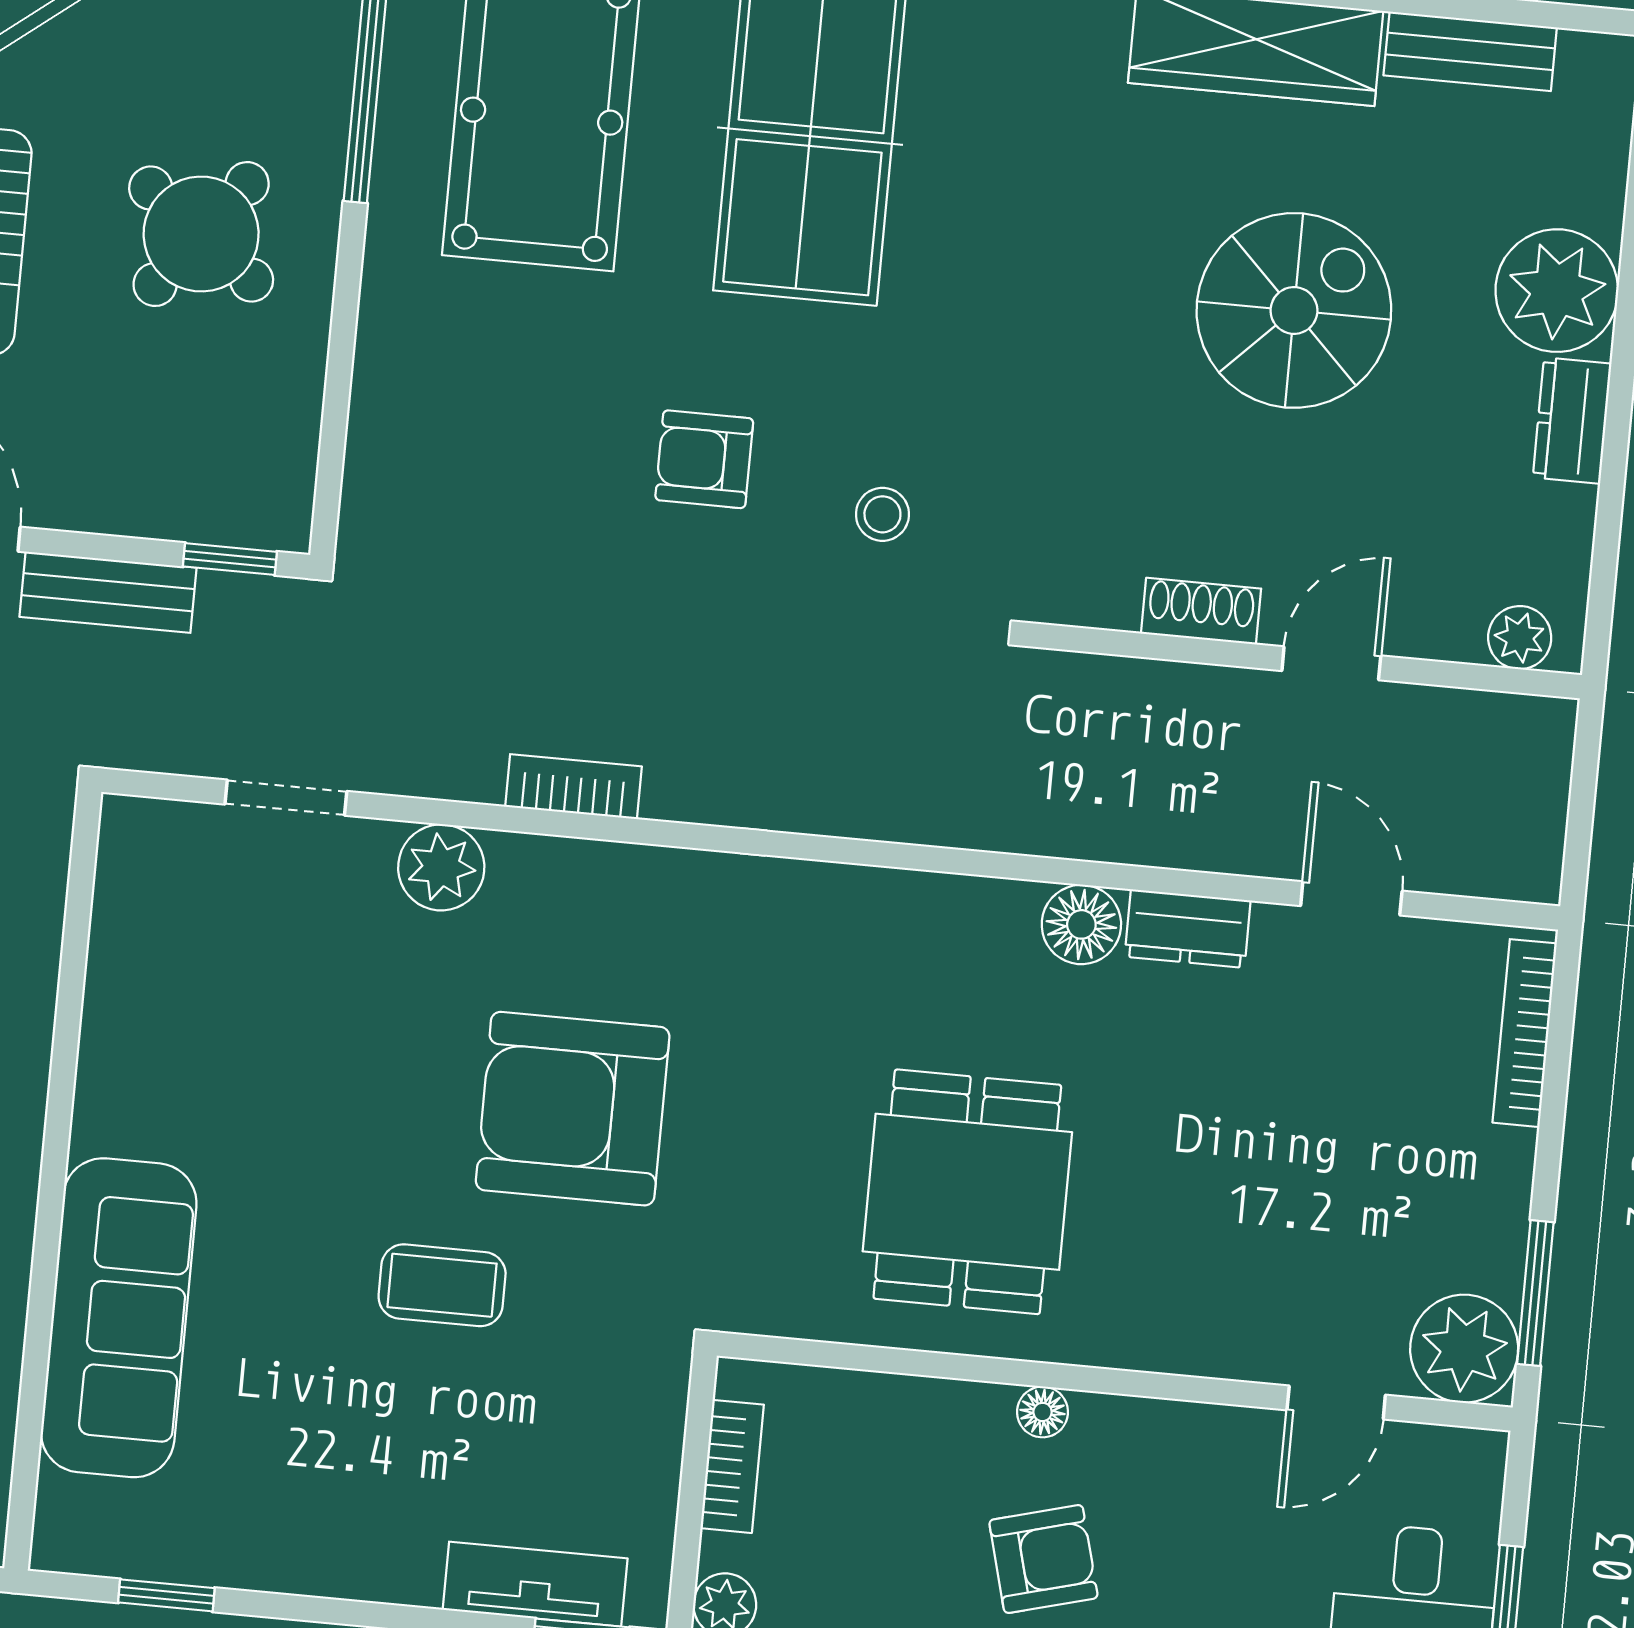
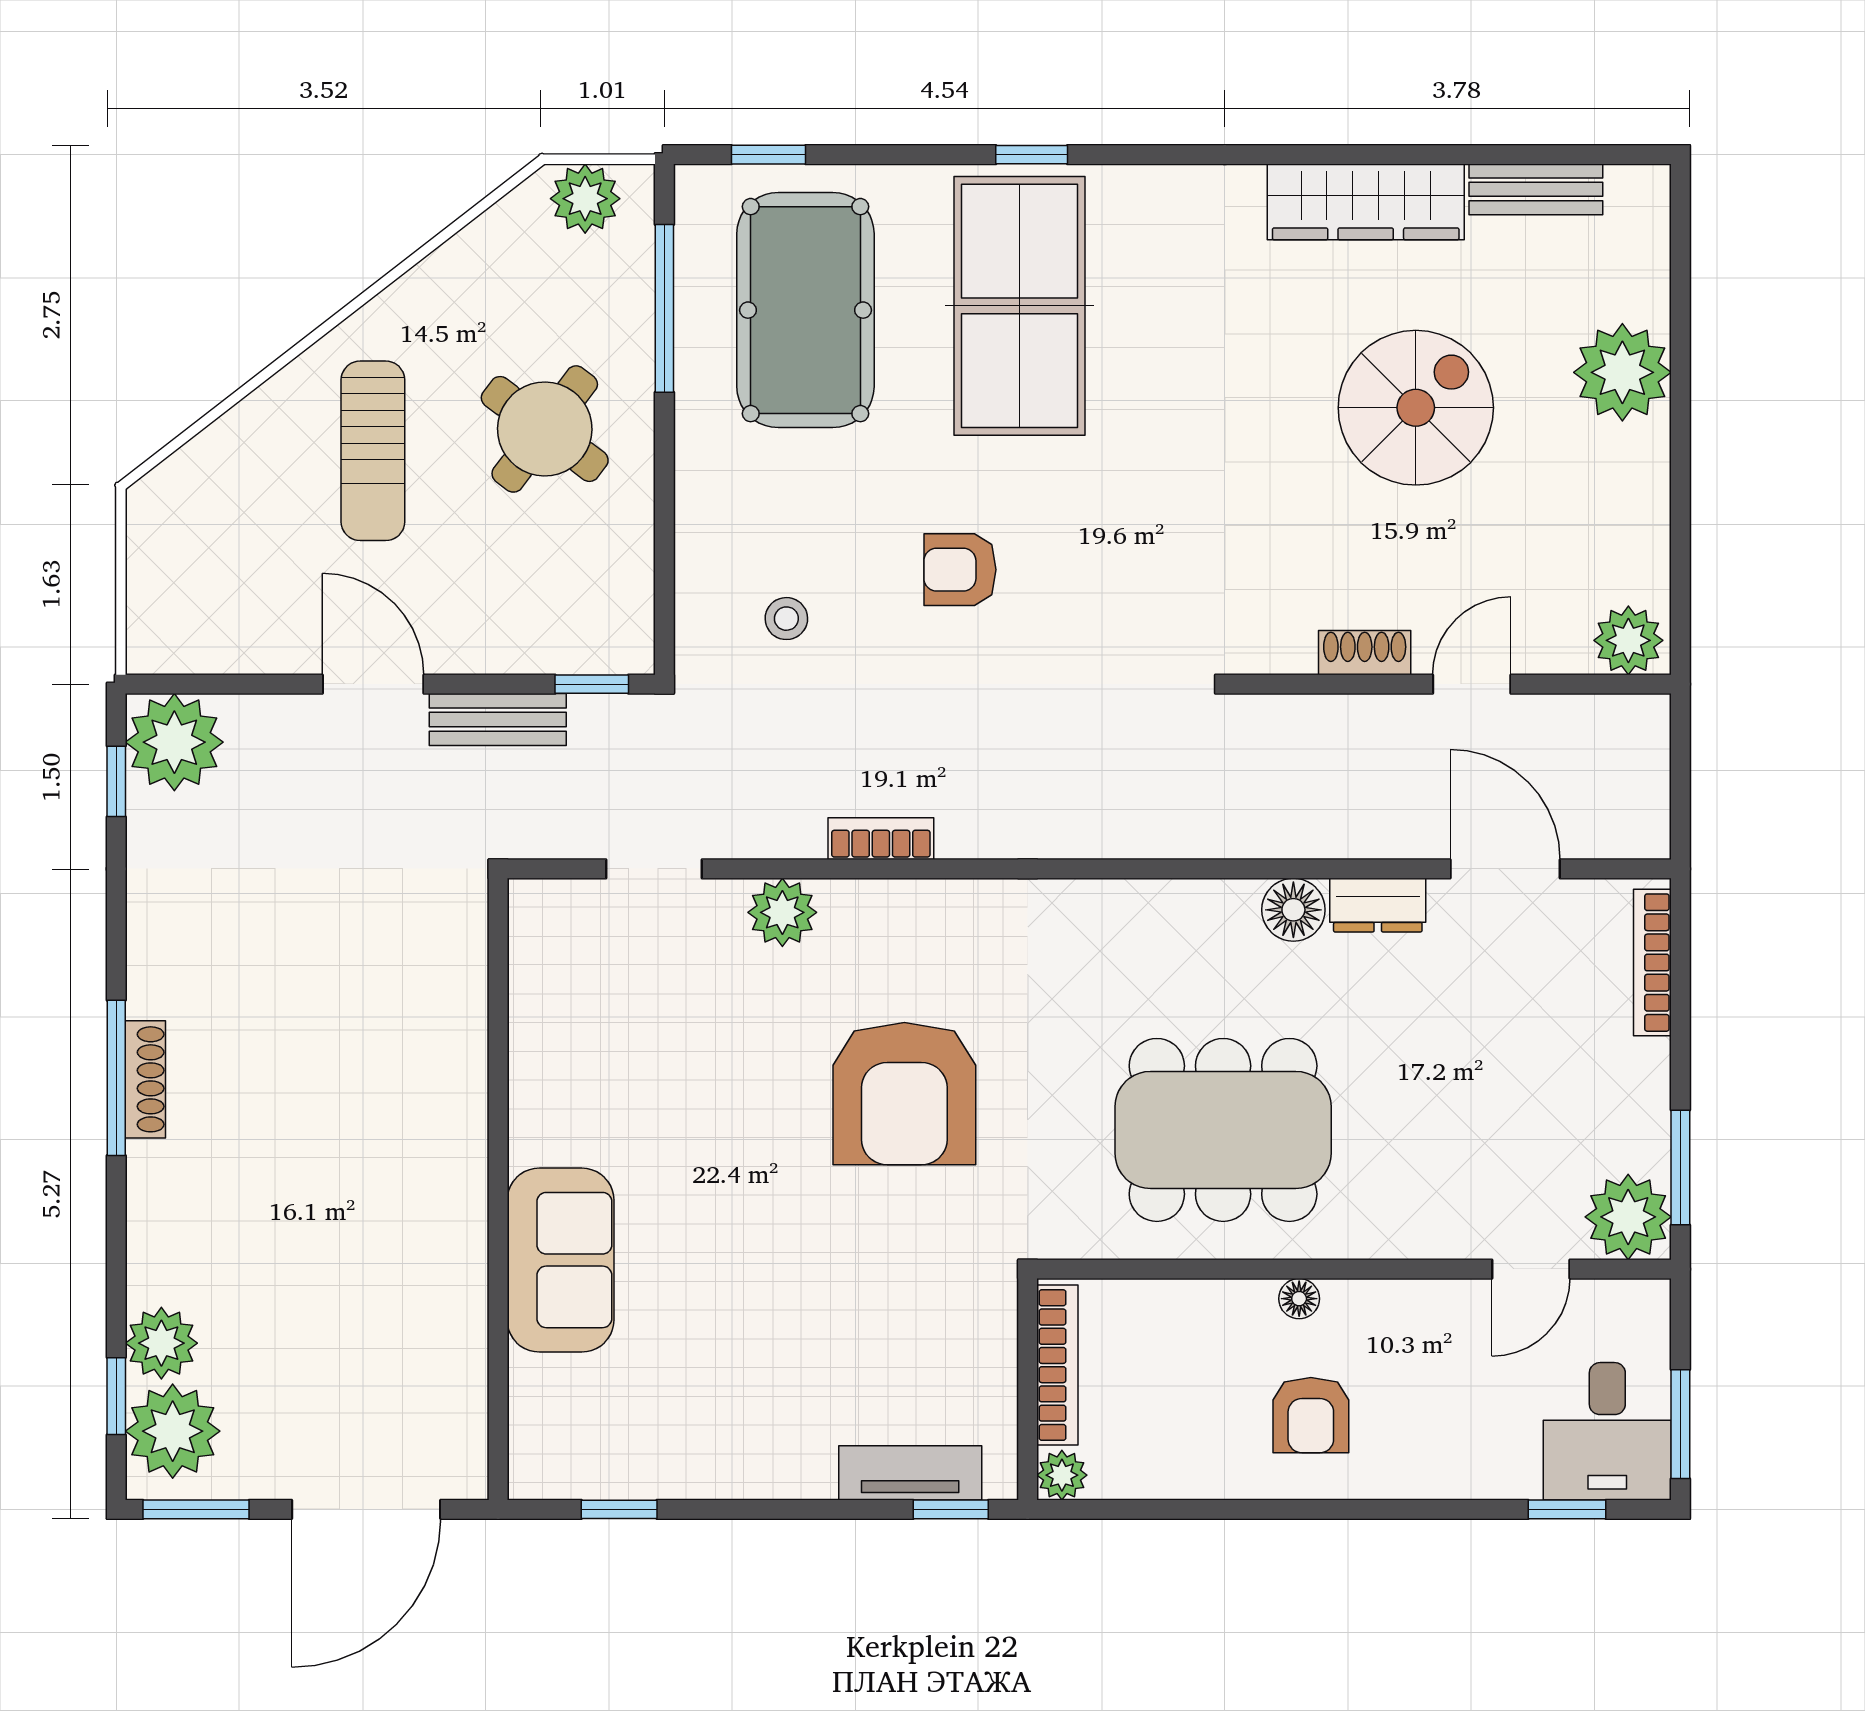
dresser: (1572, 421) -> (1644, 474), removed
stool: (882, 514) -> (786, 619), moved
plant: (1520, 638) -> (1628, 640), width x1.38, depth x1.38
door: (1351, 898) -> (1505, 869), width x1.38
armchair: (573, 1109) -> (904, 1094), turned -90
dining table: (967, 1192) -> (1223, 1130), width x1.38
coffee table: (442, 1285) -> (814, 1243), removed
sofa: (119, 1318) -> (561, 1260), width x0.73
bookcase: (732, 1466) -> (1057, 1365), width x1.56
armchair: (1043, 1559) -> (1311, 1415), turned 105

